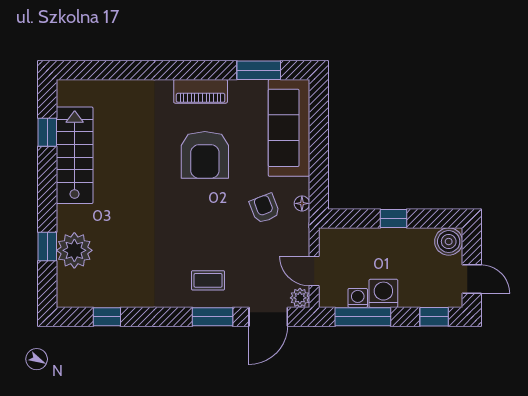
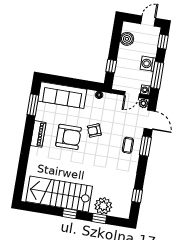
window: (47, 132) -> (70, 213), moved
stairs: (75, 155) -> (59, 194), width x1.36, depth x1.51
armchair: (265, 208) -> (94, 131), moved
window: (393, 219) -> (111, 66), moved
boiler: (449, 242) -> (127, 39), moved
washing machine: (358, 298) -> (146, 90), moved

